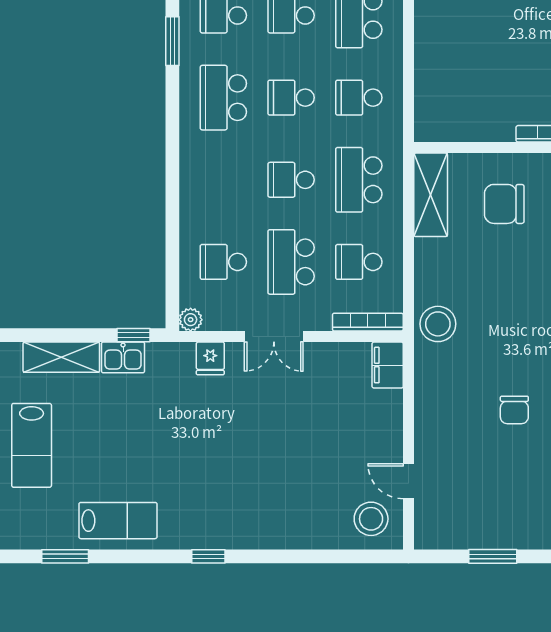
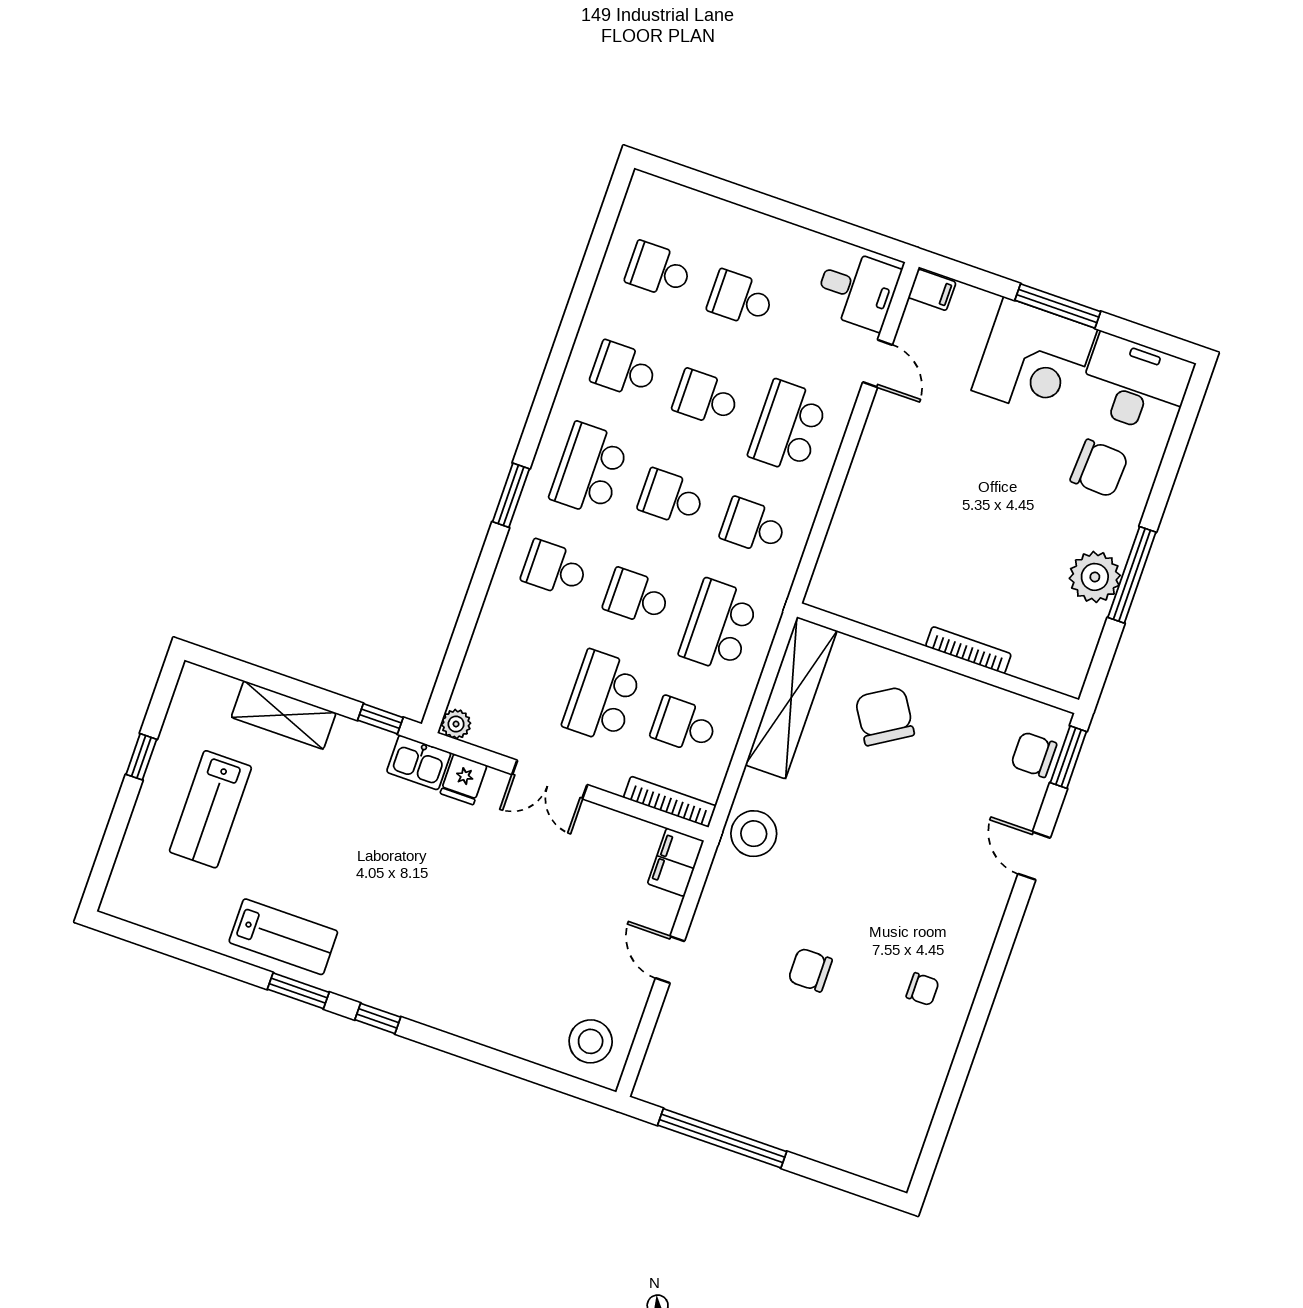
window: (172, 41) -> (511, 495), moved
shelving: (431, 195) -> (791, 698), width x1.47
chair: (504, 204) -> (885, 716), turned 58
school desk: (223, 262) -> (555, 569), moved
kitchen sink: (123, 357) -> (419, 762), moved
chair: (514, 410) -> (810, 970), turned 90
door: (408, 481) -> (670, 960), moved
window: (65, 556) -> (298, 991), moved
window: (493, 556) -> (722, 1138), width x2.11

